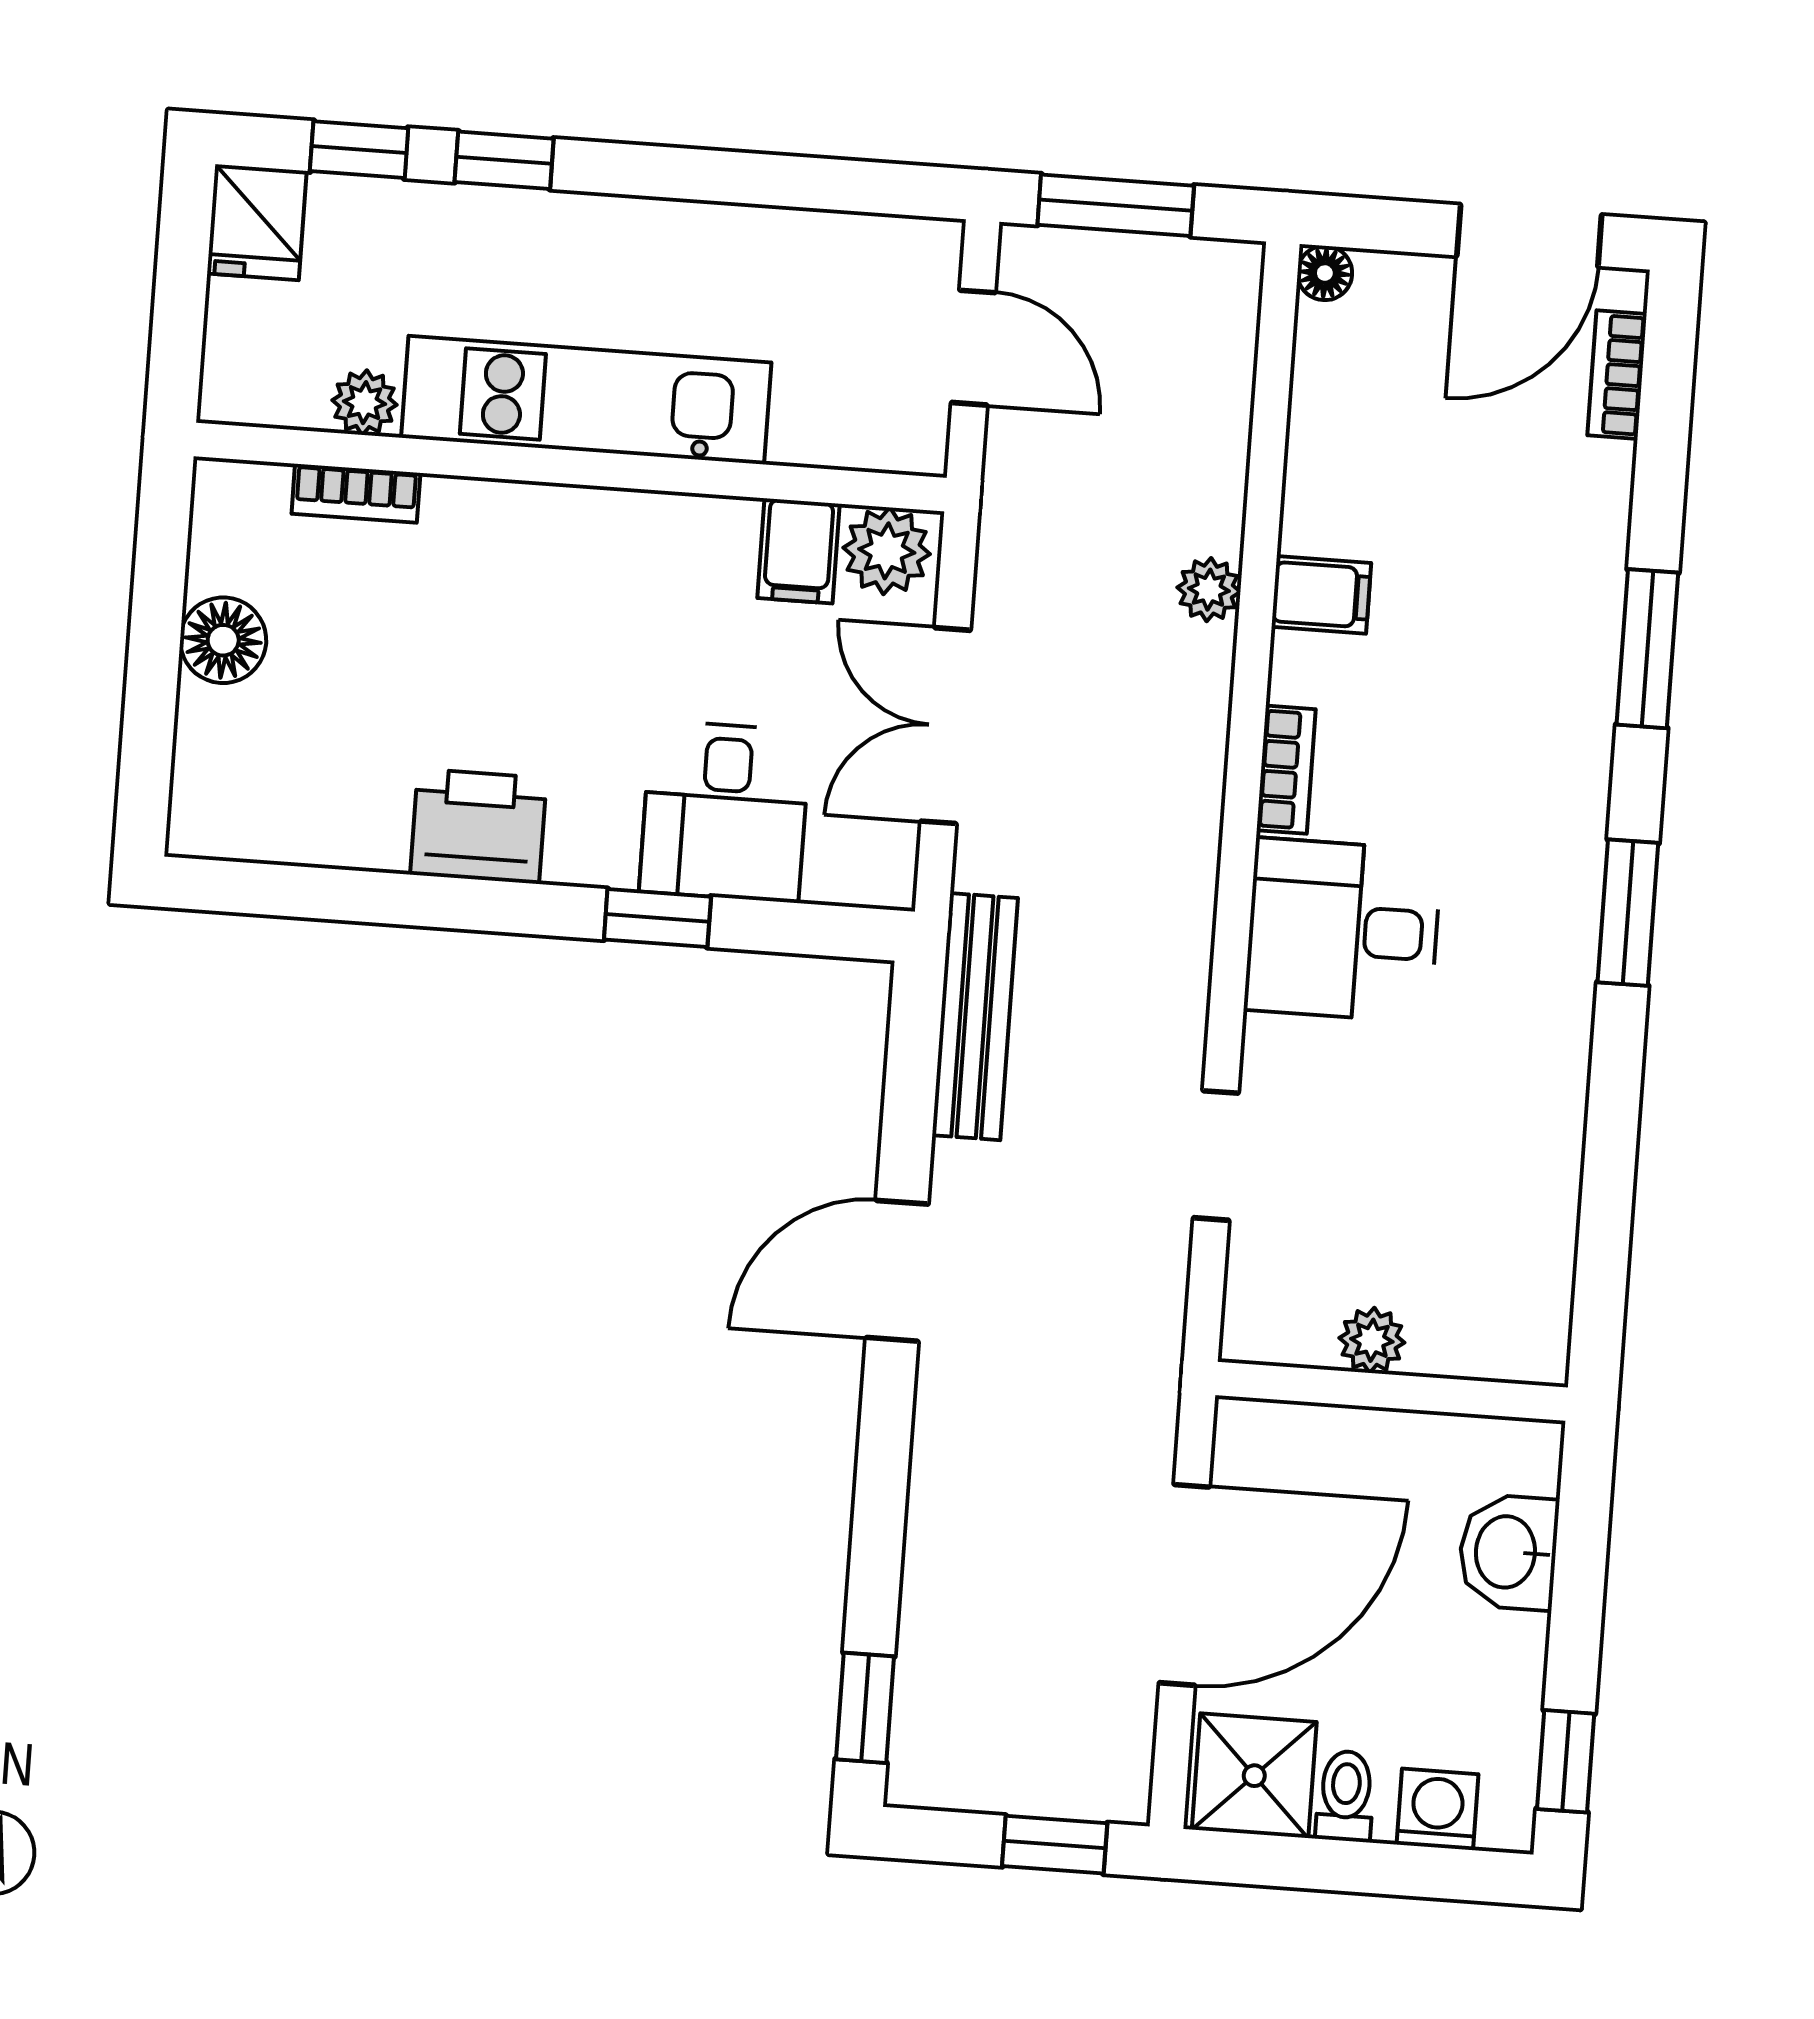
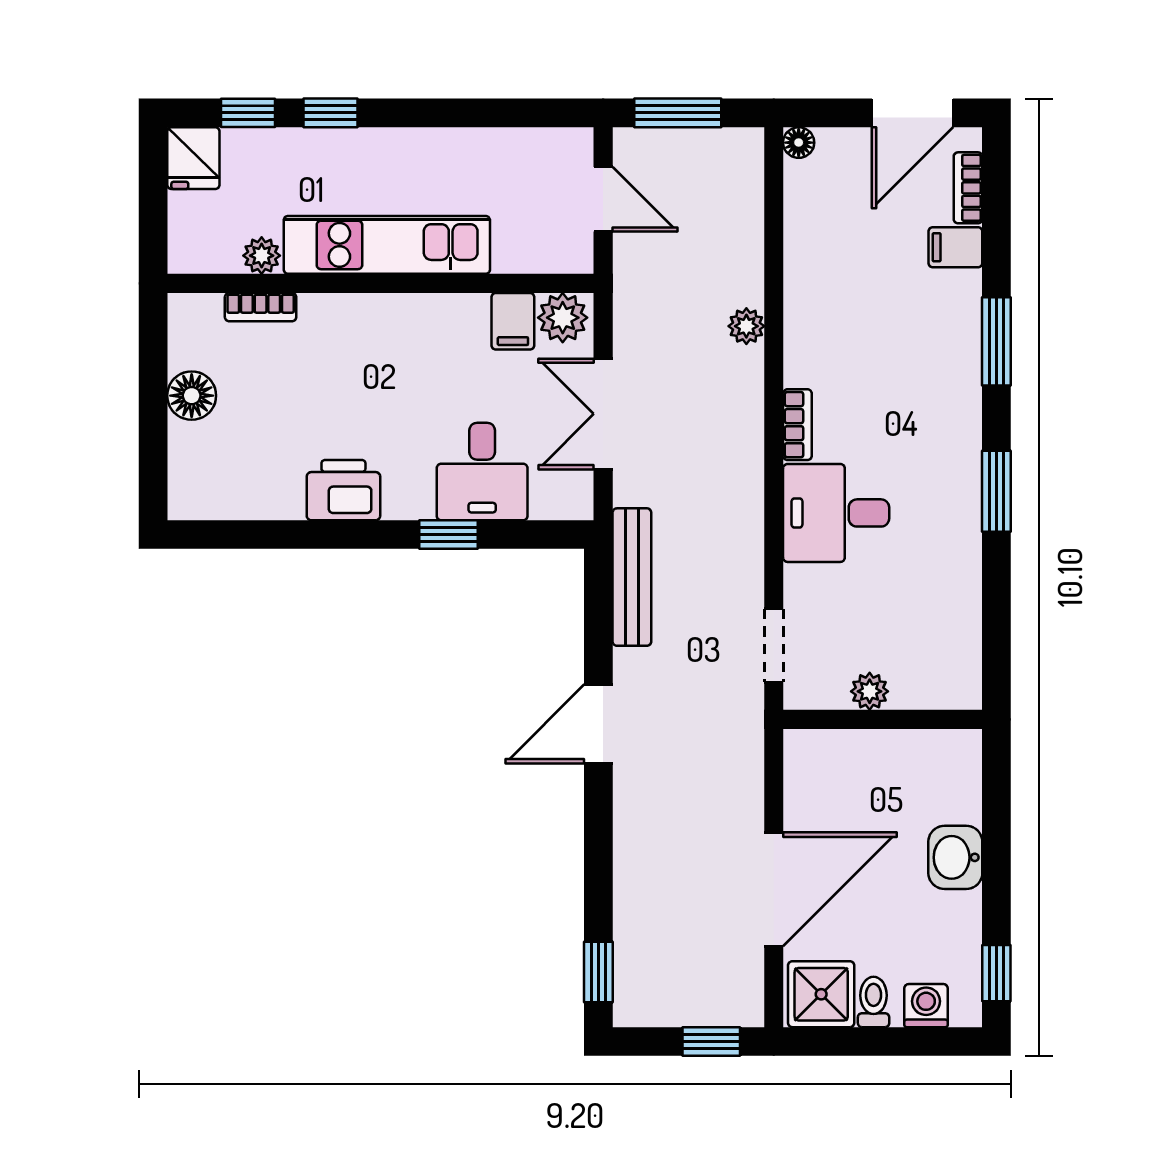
filing cabinet: (1321, 595) -> (955, 247), moved, turned 180
plant: (1372, 1340) -> (870, 691), moved
wall: (1391, 1391) -> (883, 719), moved

